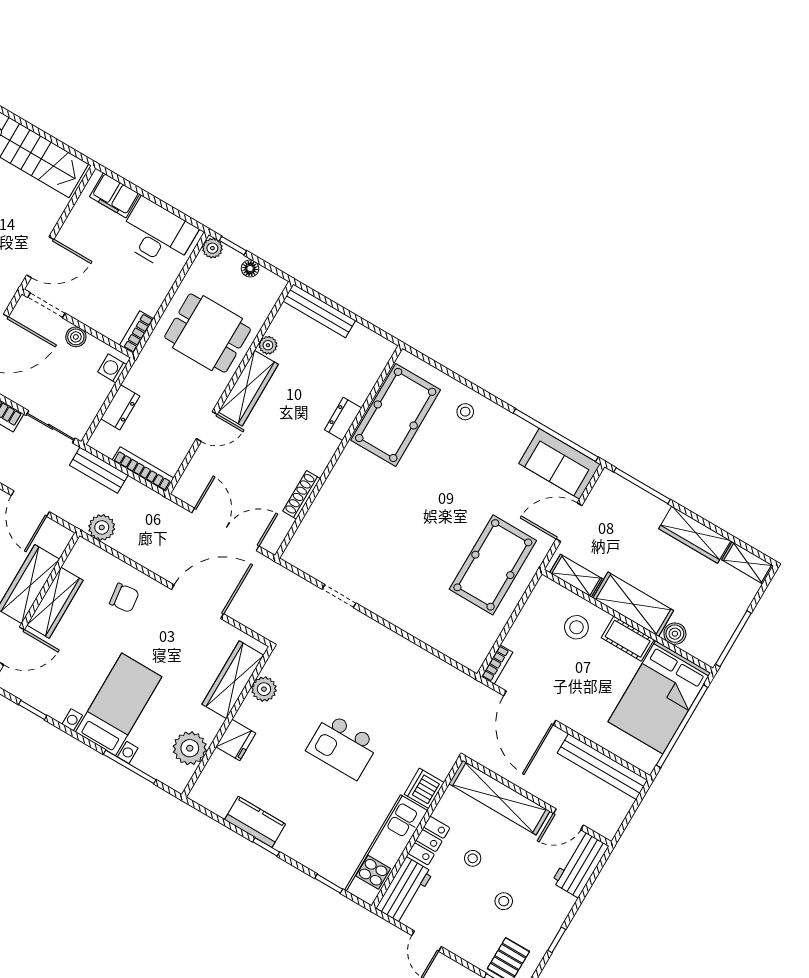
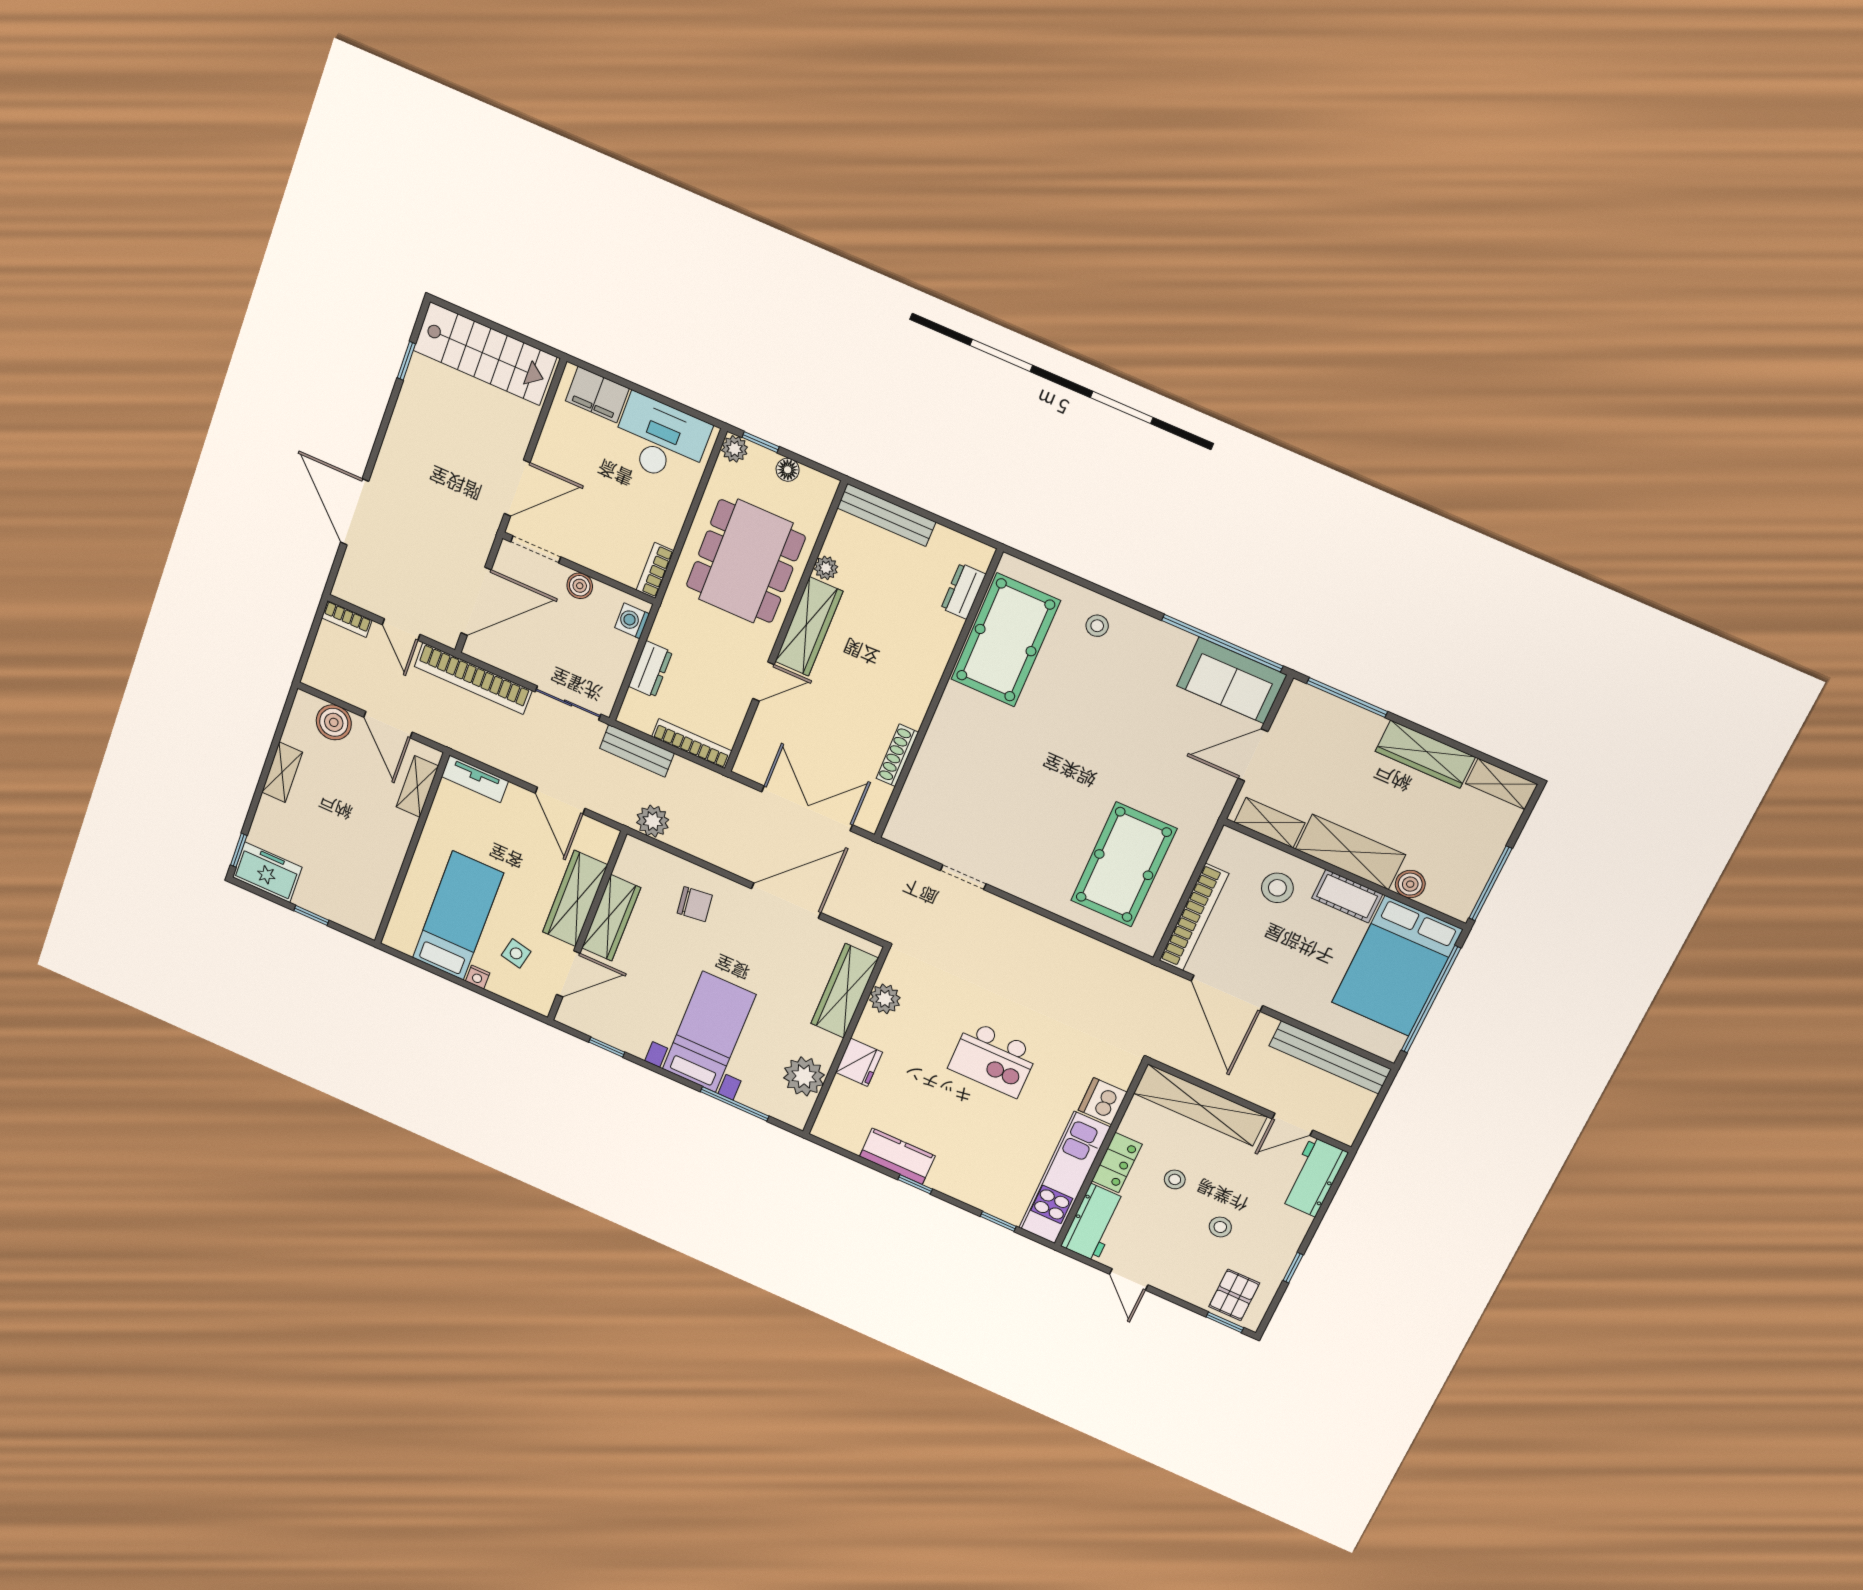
dining table: (208, 333) -> (746, 561), width x1.38
dresser: (343, 419) -> (963, 591), moved
pool table: (493, 565) -> (1124, 865), moved
bookcase: (497, 664) -> (1194, 917), width x2.31, depth x1.31

